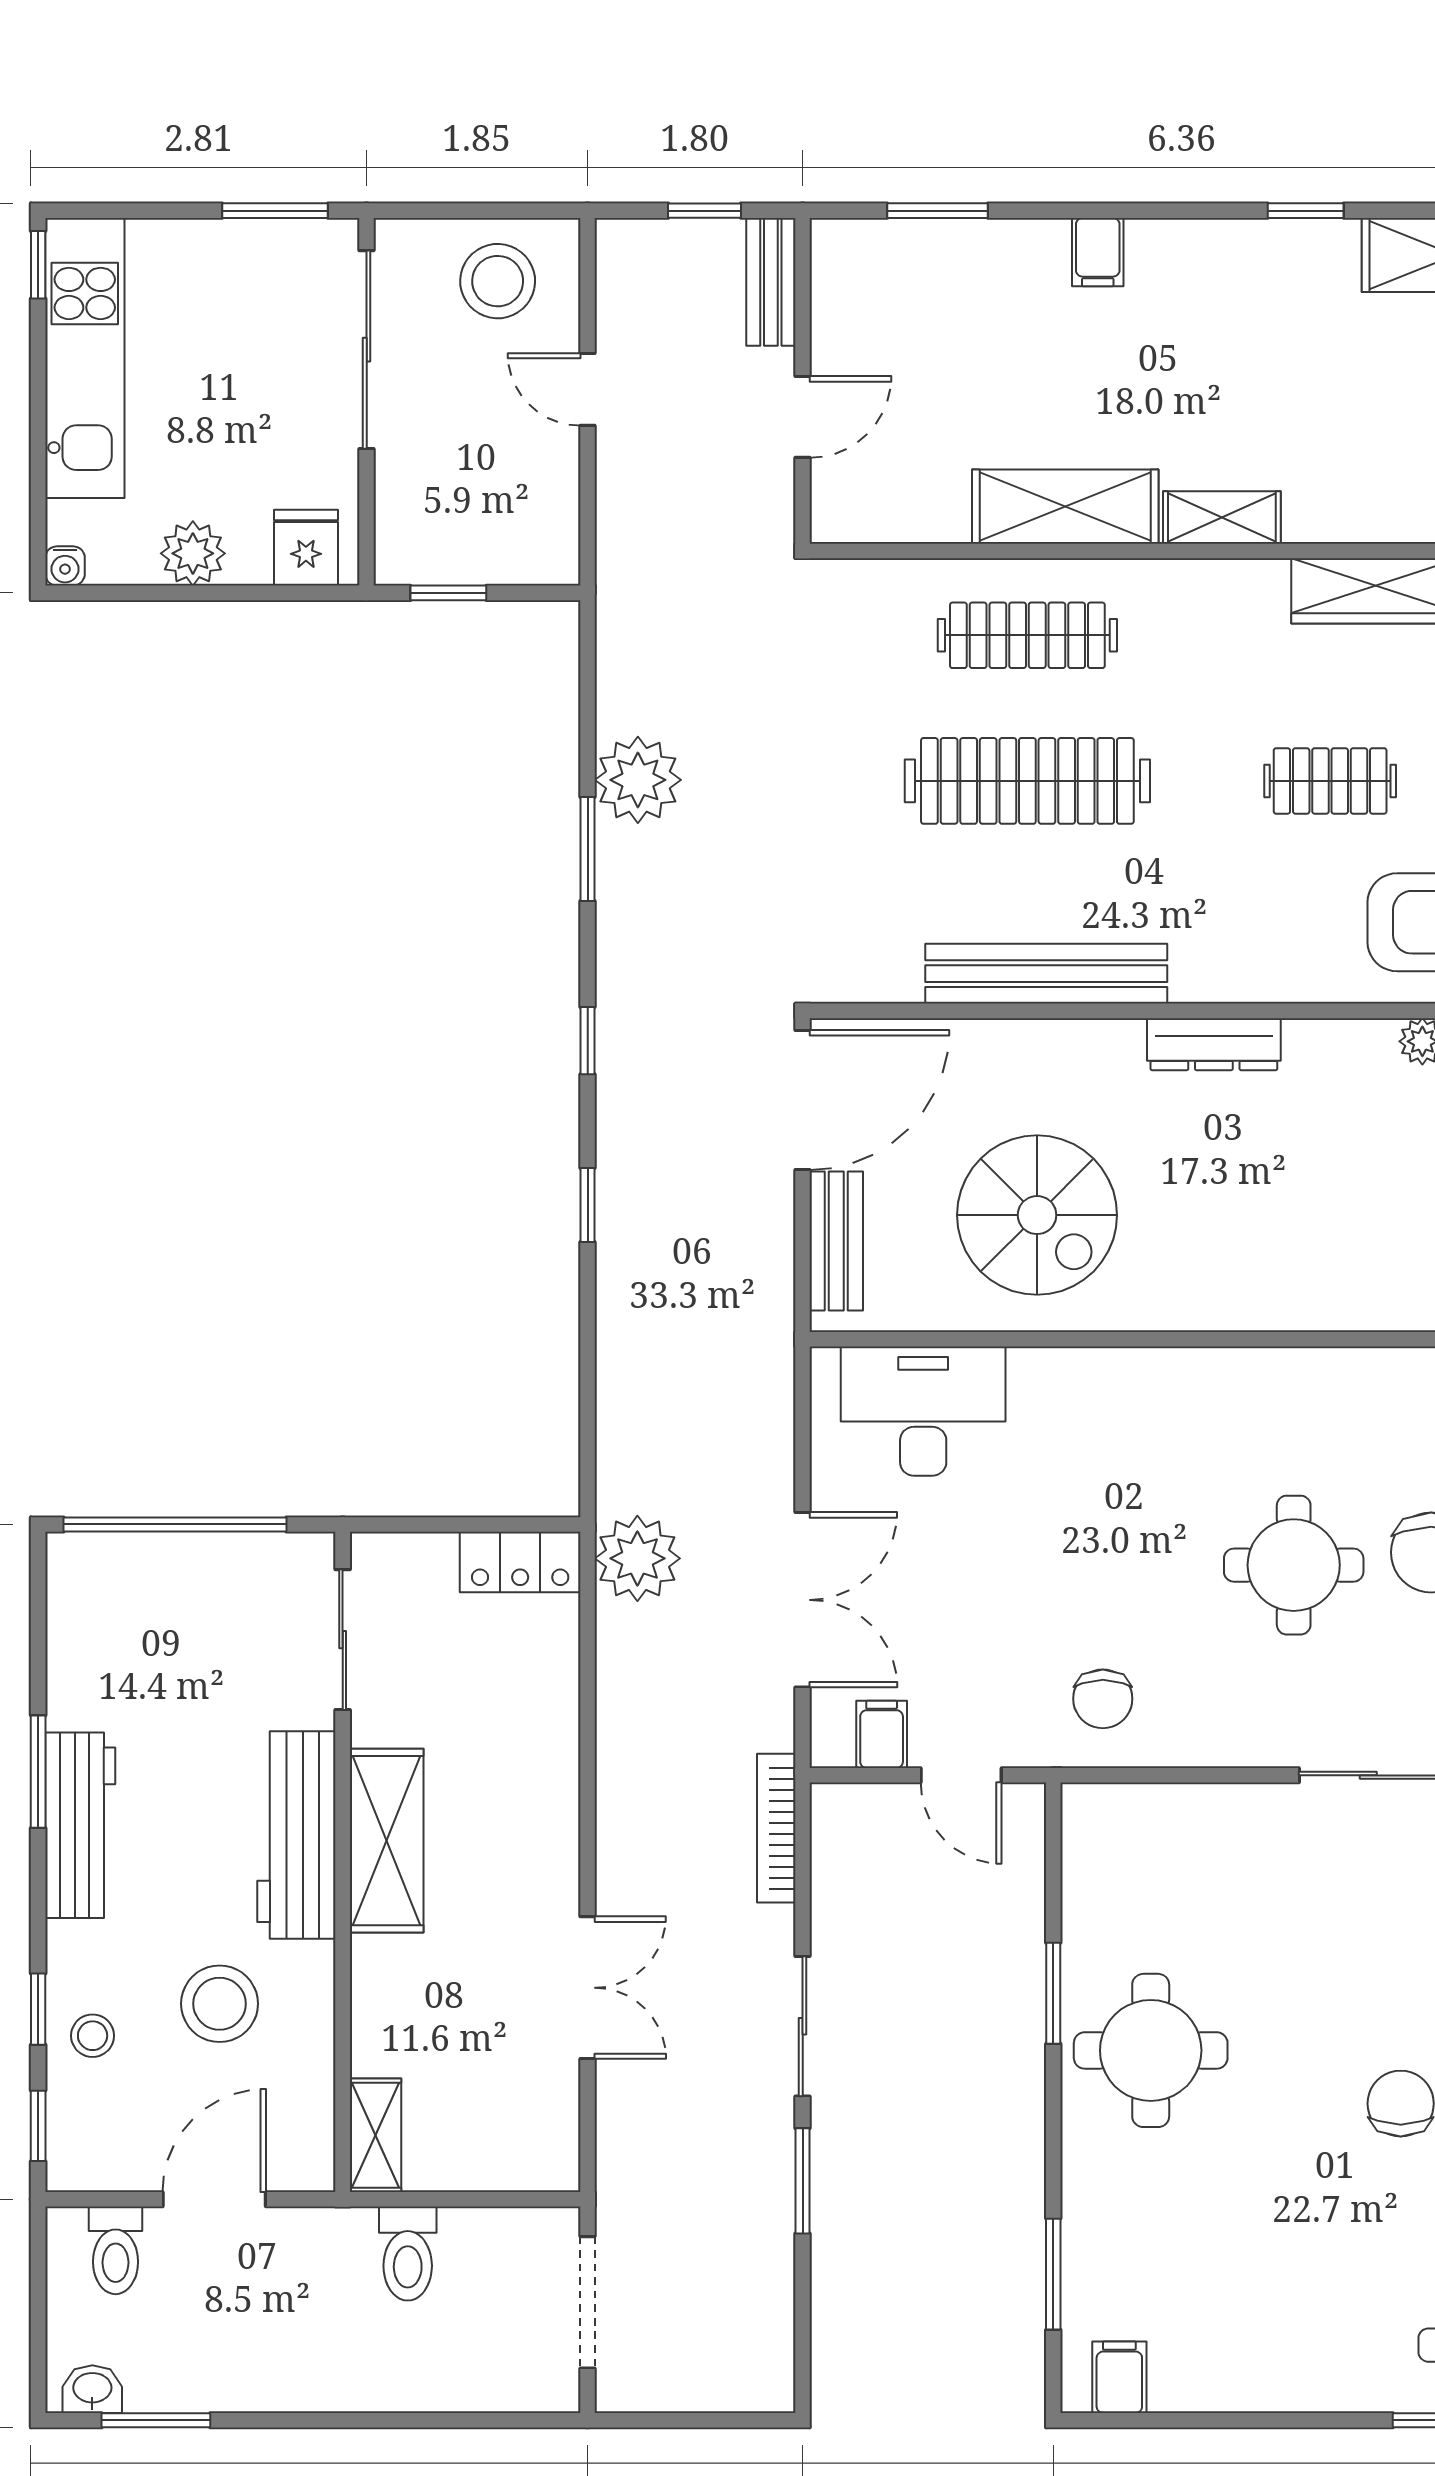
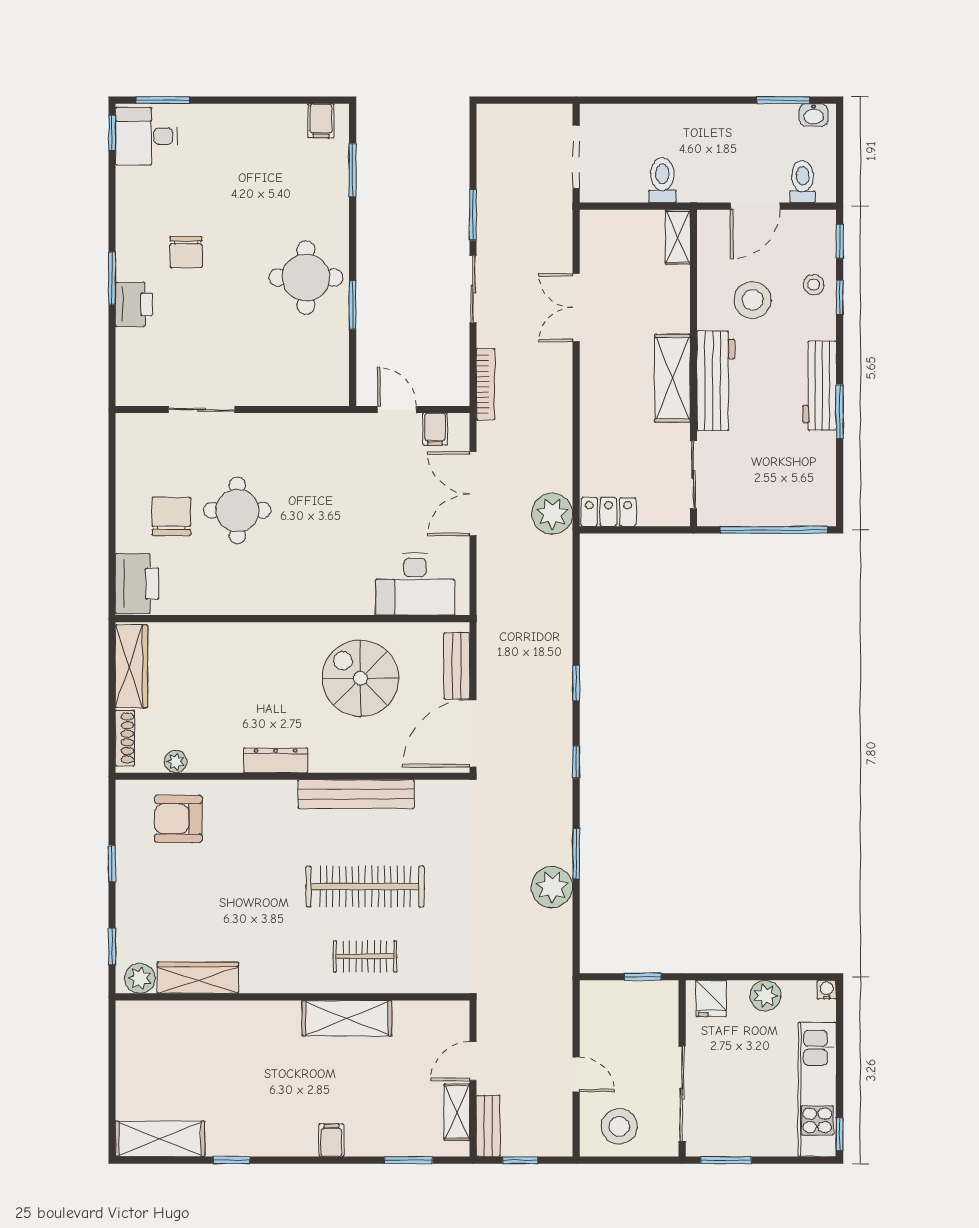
shelving: (1222, 517) -> (457, 1112), moved, turned 90
clothes rail: (1027, 635) -> (365, 956), width x0.73
clothes rail: (1330, 781) -> (220, 887), removed
chair: (1103, 1699) -> (329, 446), removed

